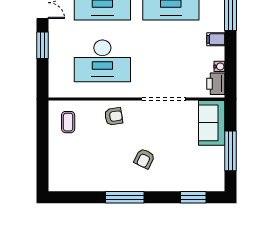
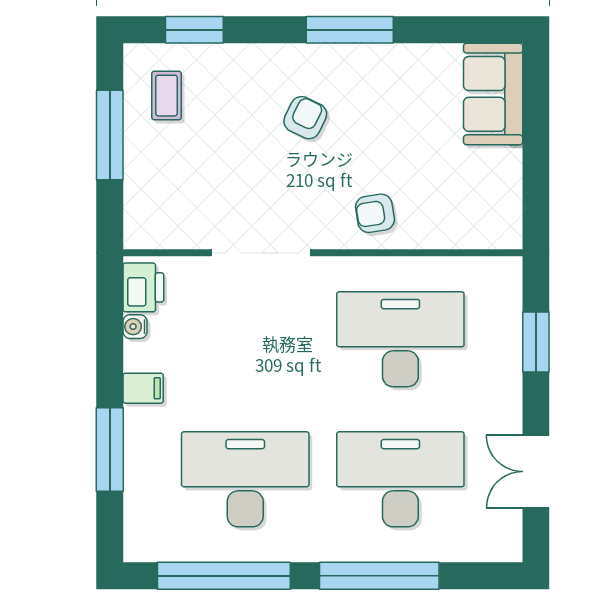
window: (43, 45) -> (536, 342), moved
coffee table: (68, 122) -> (167, 96), moved
sofa: (212, 123) -> (493, 94), moved, turned 180

